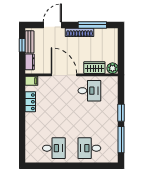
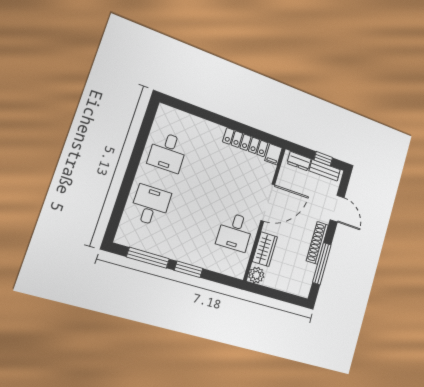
locker: (30, 102) -> (246, 142), width x1.53

